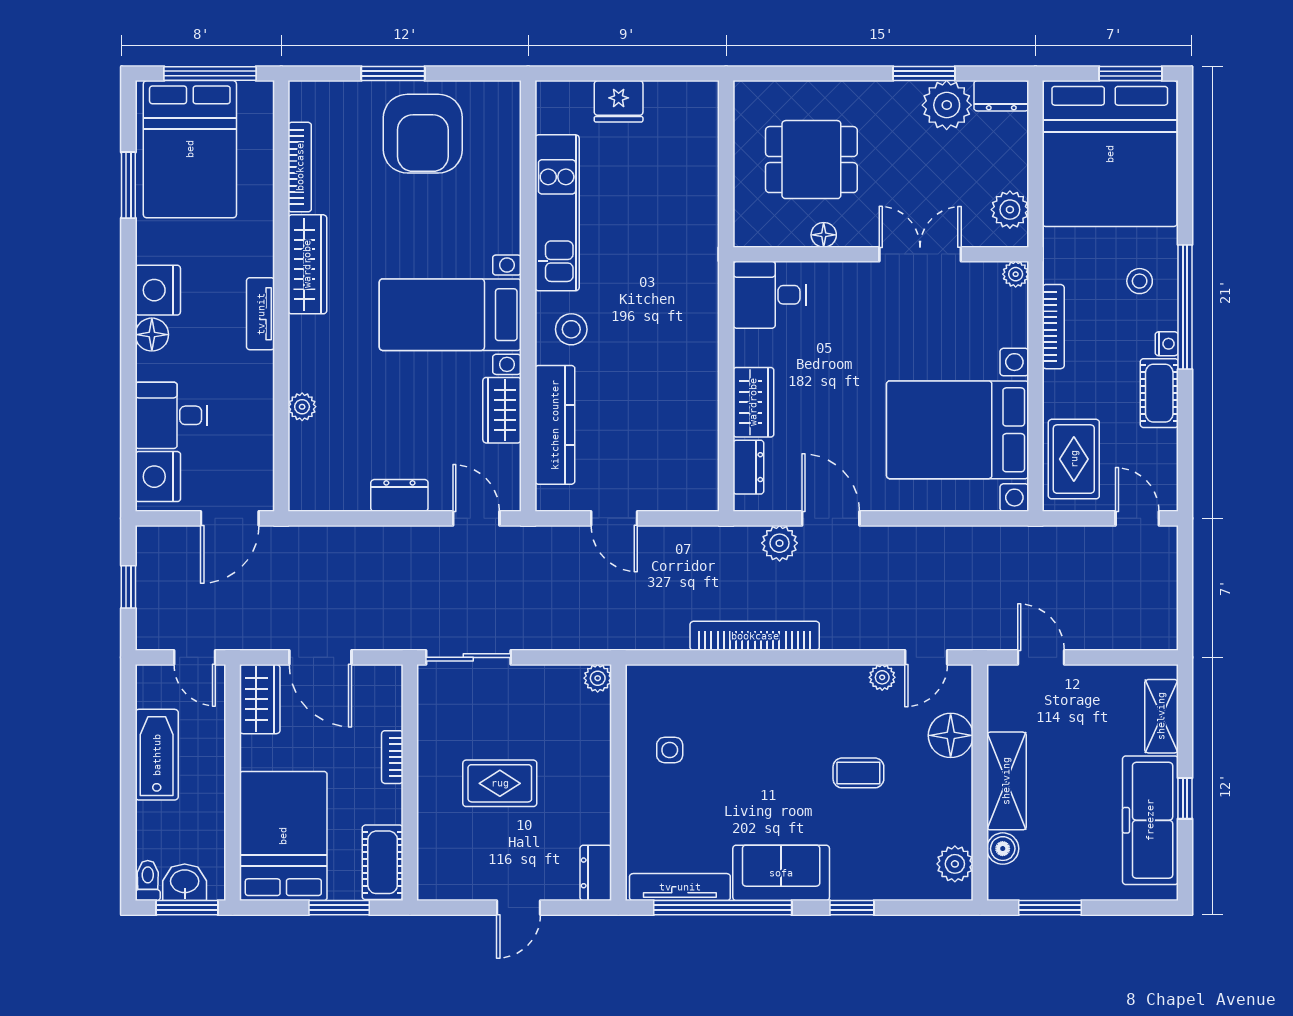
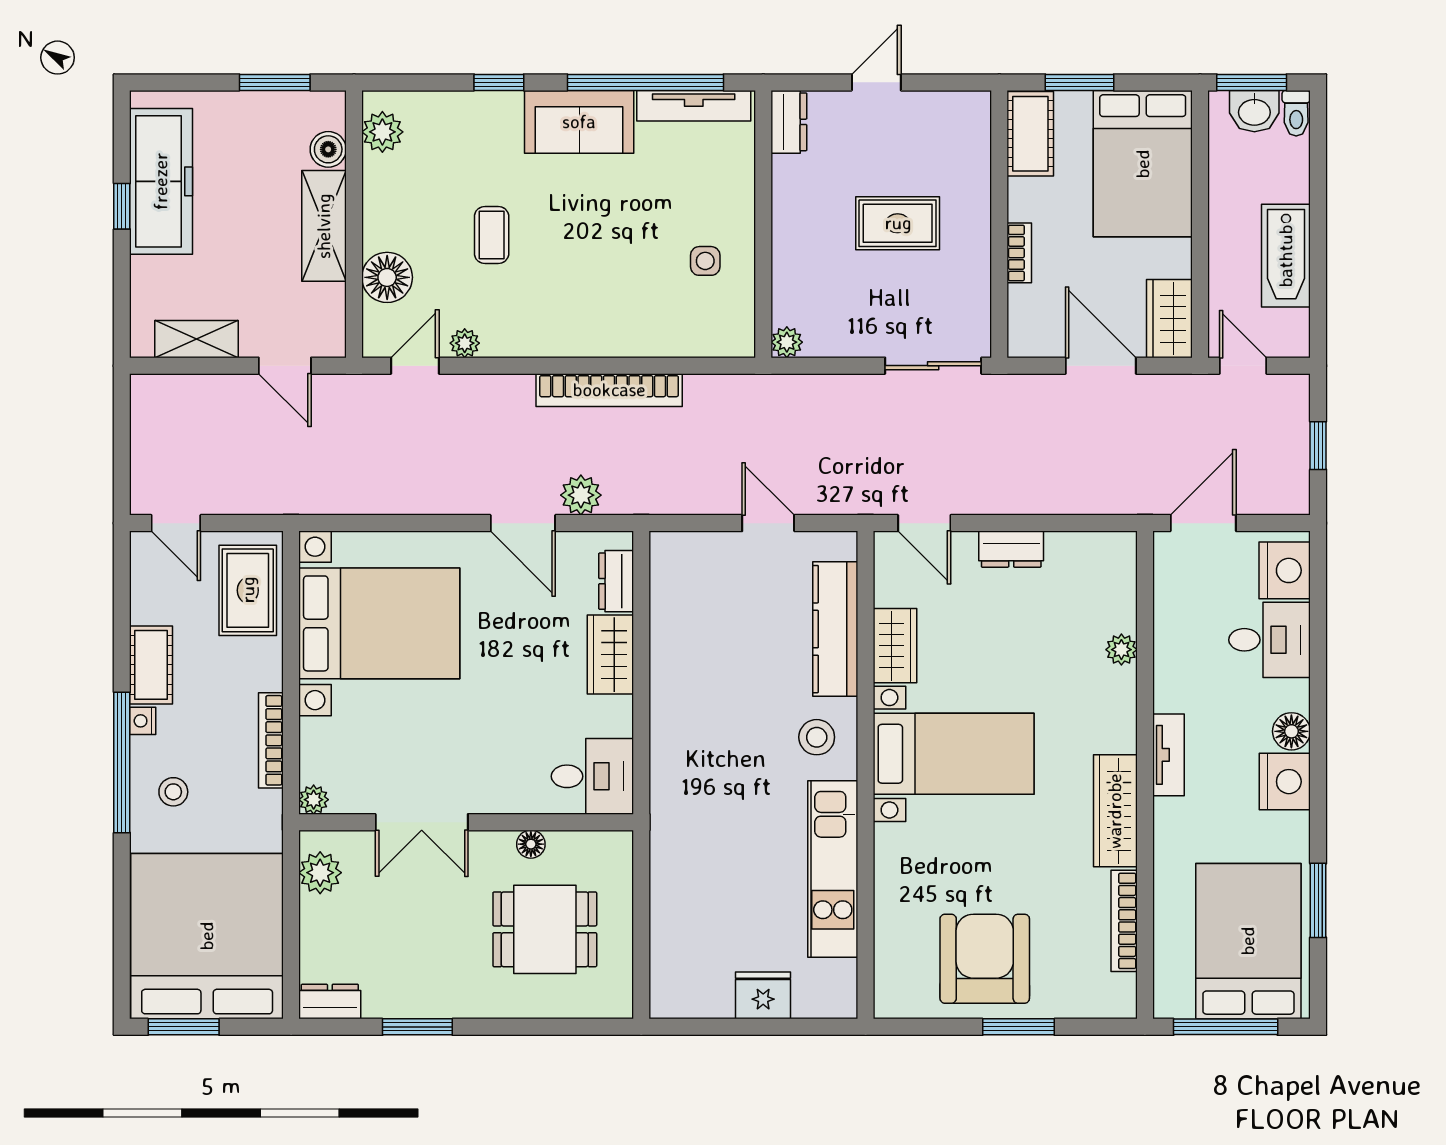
plant: (947, 105) -> (392, 991), removed
shelving: (1161, 716) -> (197, 339), moved, turned 90
coffee table: (858, 773) -> (492, 235), turned 90

